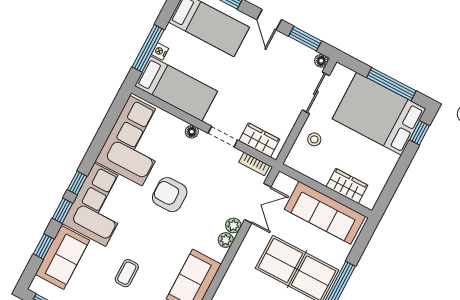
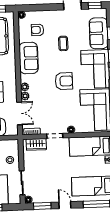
armchair: (170, 195) -> (64, 81), moved
double door: (258, 203) -> (19, 113), swing flipped

